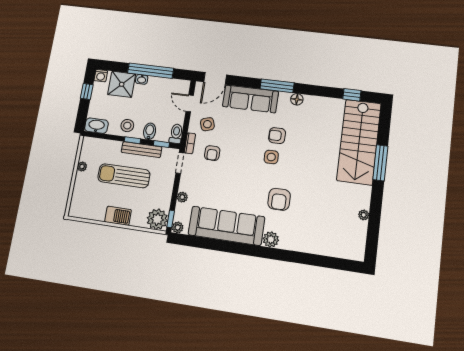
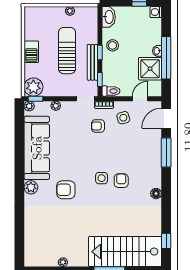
door: (215, 78) -> (166, 118), hinge flipped
shower: (122, 84) -> (150, 69), moved
window: (277, 86) -> (166, 152), moved
sofa: (250, 99) -> (151, 153), removed
bidet: (150, 131) -> (110, 67), removed

